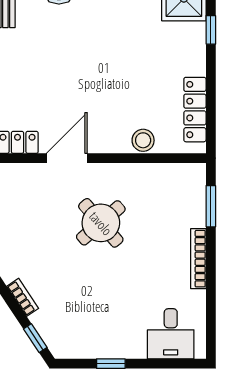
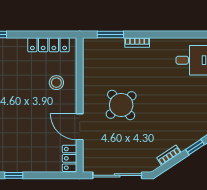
stool: (143, 140) -> (56, 83), moved
bookcase: (198, 259) -> (137, 43), width x0.64

